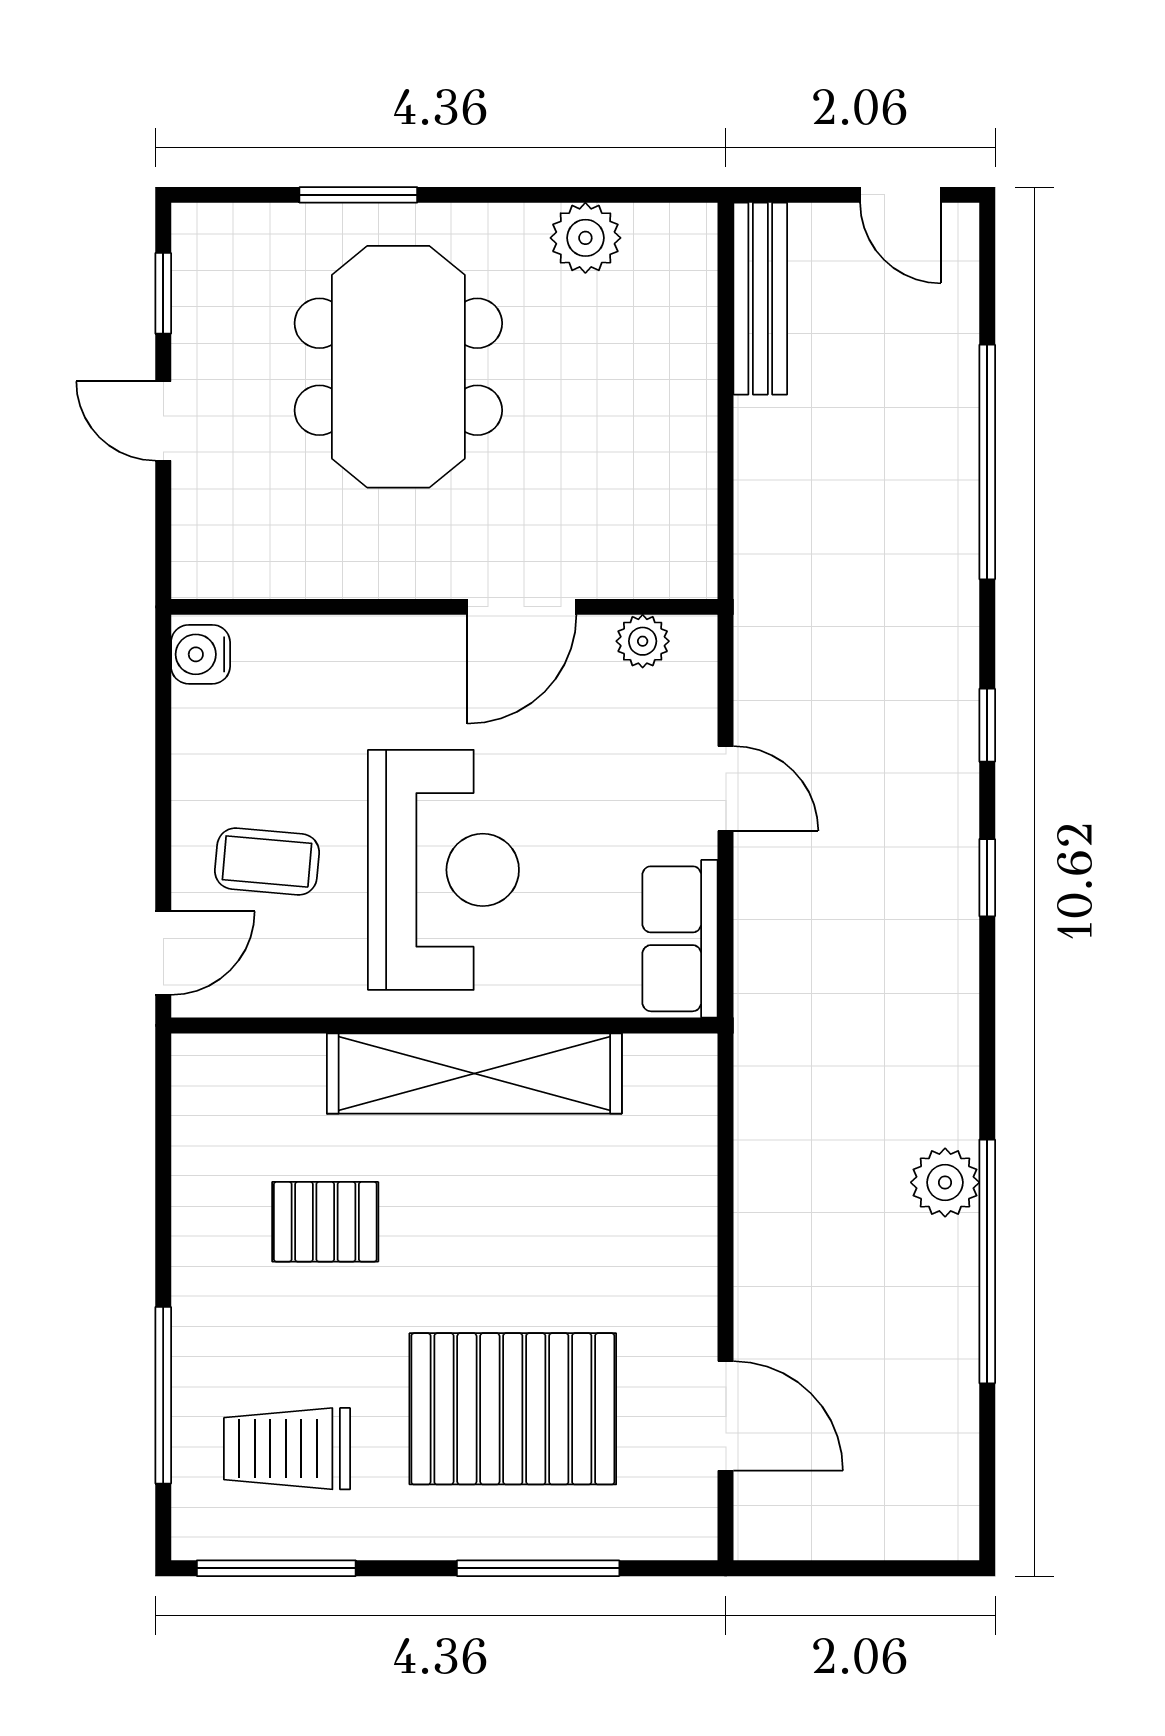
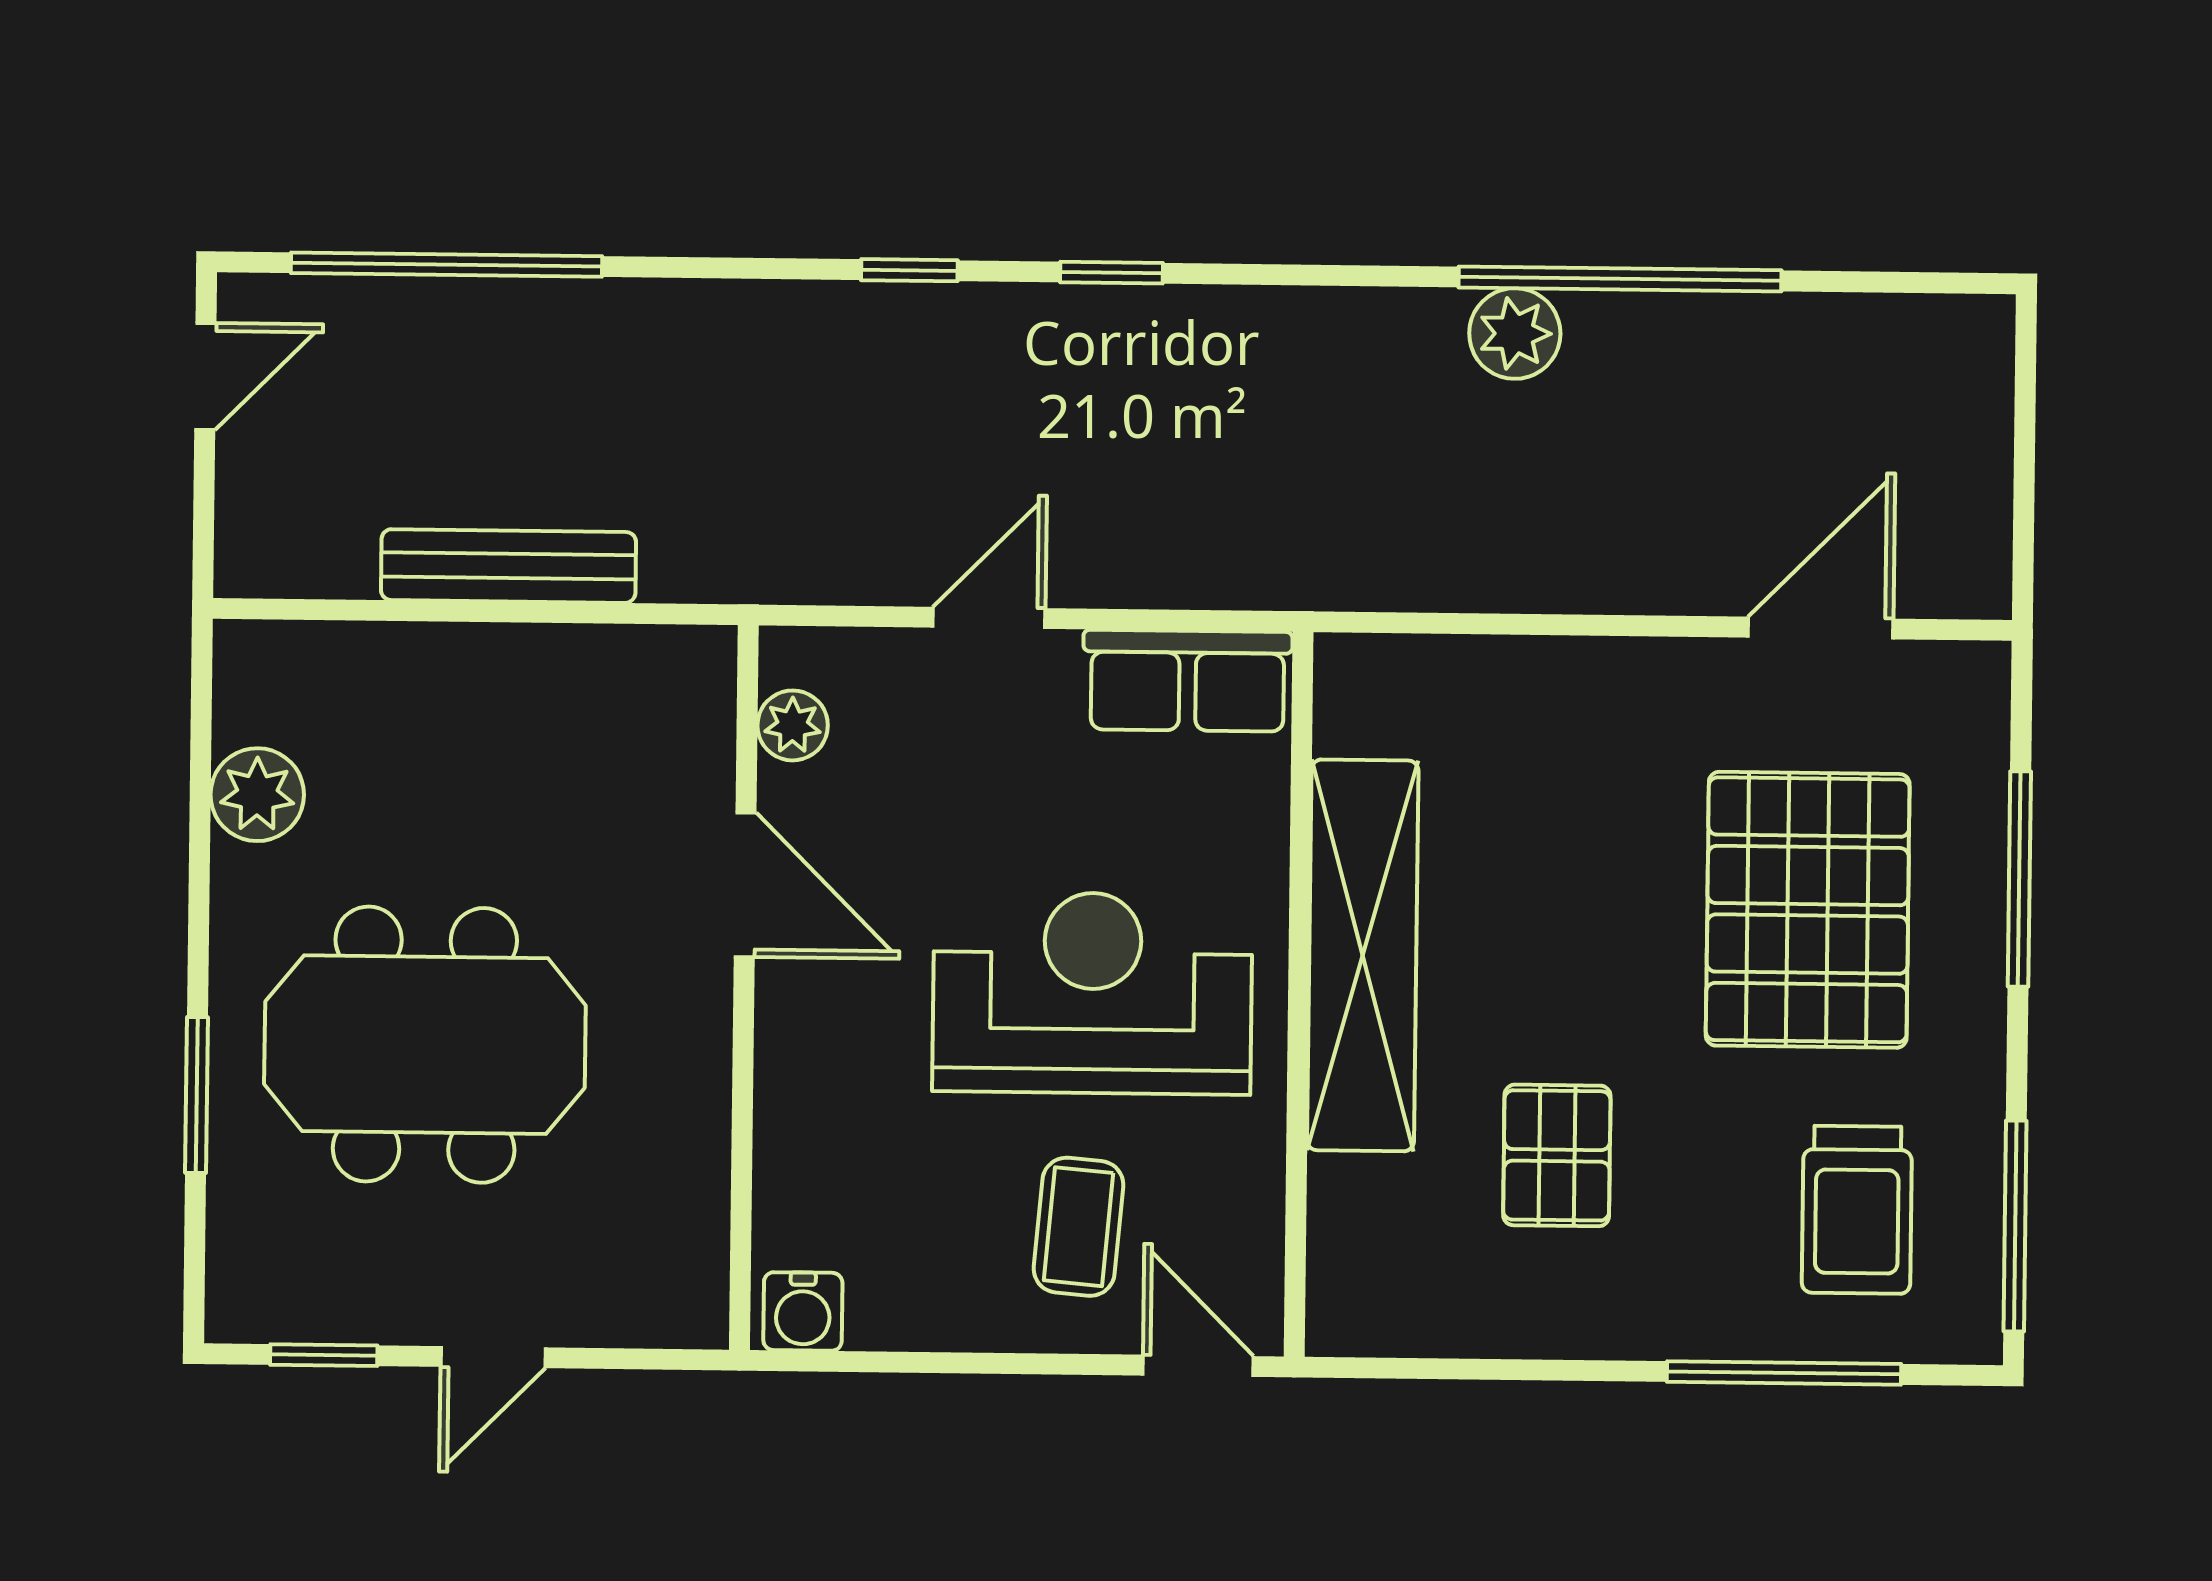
bench: (760, 299) -> (508, 566), moved
window: (987, 462) -> (447, 265), moved

